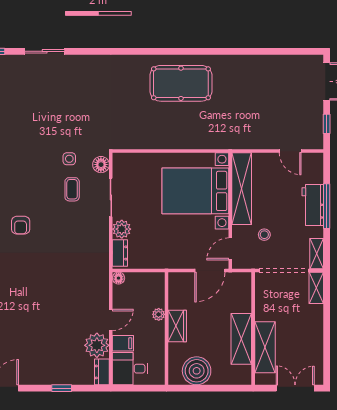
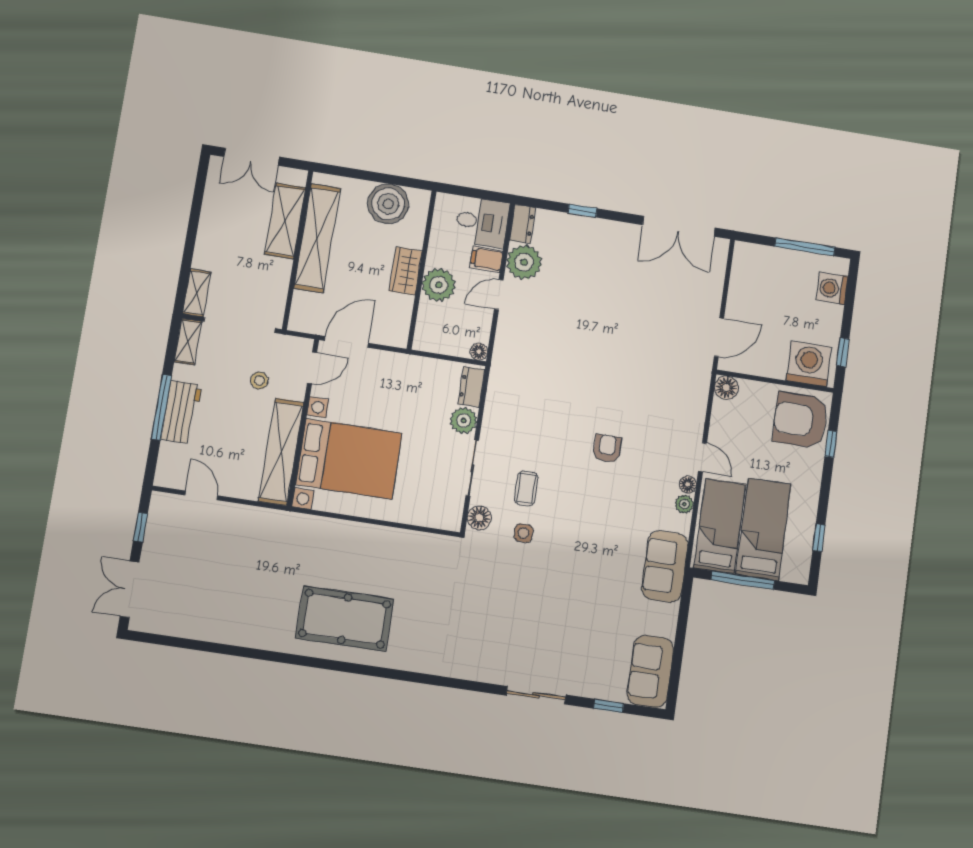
plant: (159, 314) -> (439, 285), width x1.87, depth x1.87
shelving: (241, 339) -> (317, 238), width x1.47

